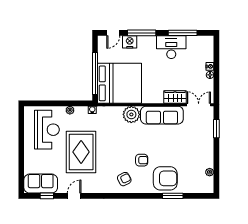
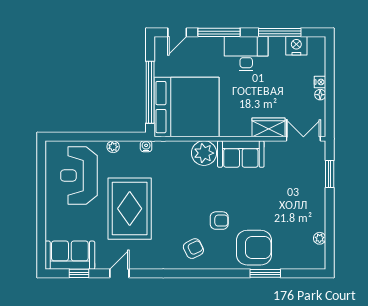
nightstand: (130, 42) -> (296, 46), moved
desk: (171, 47) -> (246, 53), moved
sofa: (162, 115) -> (241, 154), width x0.73
reception desk: (47, 130) -> (79, 176), turned 180

